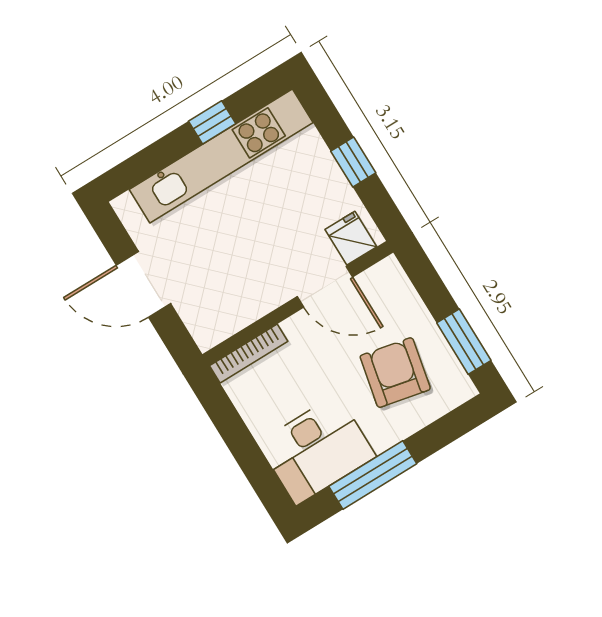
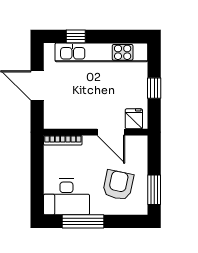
window: (212, 122) -> (76, 36), moved

